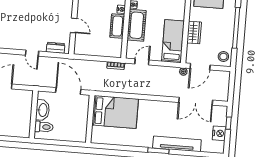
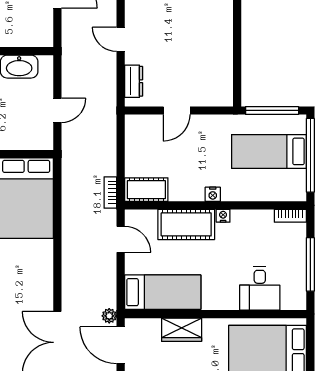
cot: (117, 26) -> (146, 190), moved
door: (32, 53) -> (121, 39), hinge flipped
door: (68, 91) -> (57, 110), width x0.53

